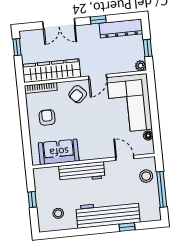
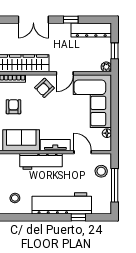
tv unit: (95, 153) -> (55, 145), added

